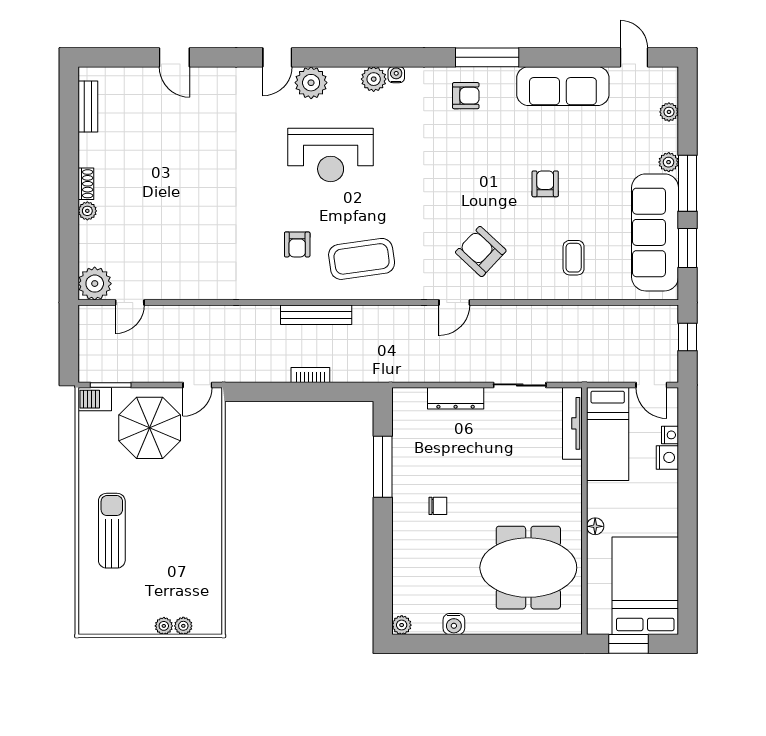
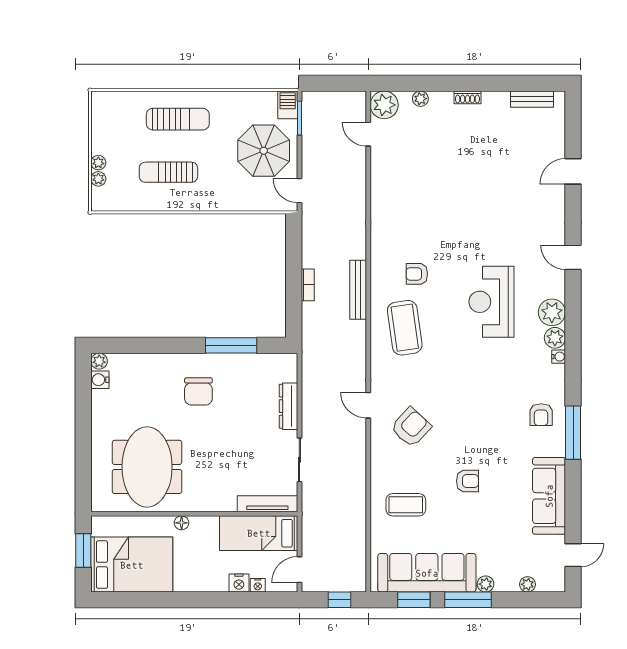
plant: (311, 83) -> (552, 312), moved
plant: (87, 211) -> (420, 99), moved
coffee table: (574, 258) -> (406, 505), width x1.36, depth x1.30
chair: (438, 506) -> (198, 391), width x1.87, depth x1.87
sun lounger: (175, 542) -> (168, 172), added
water cooler: (454, 624) -> (100, 380), moved

